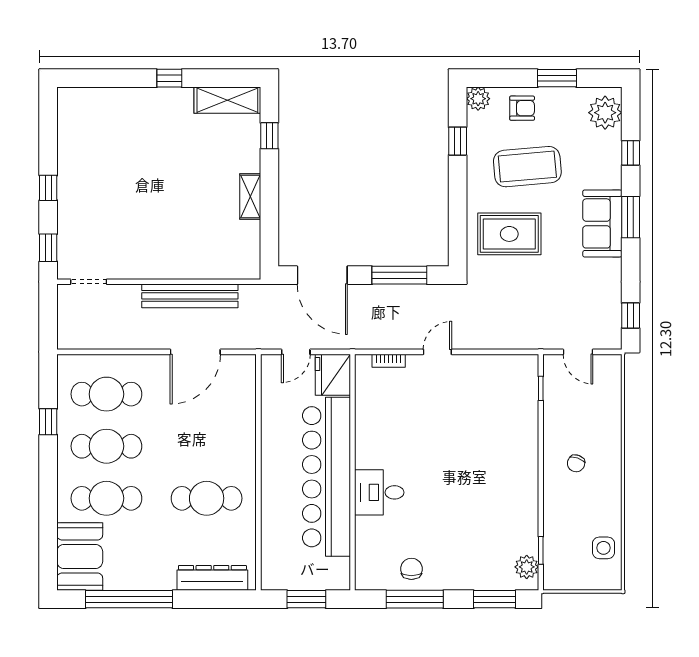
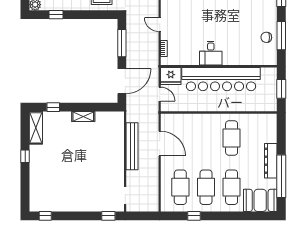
window: (48, 188) -> (45, 216), moved
desk: (379, 492) -> (211, 53), moved
dresser: (212, 578) -> (271, 161), moved

